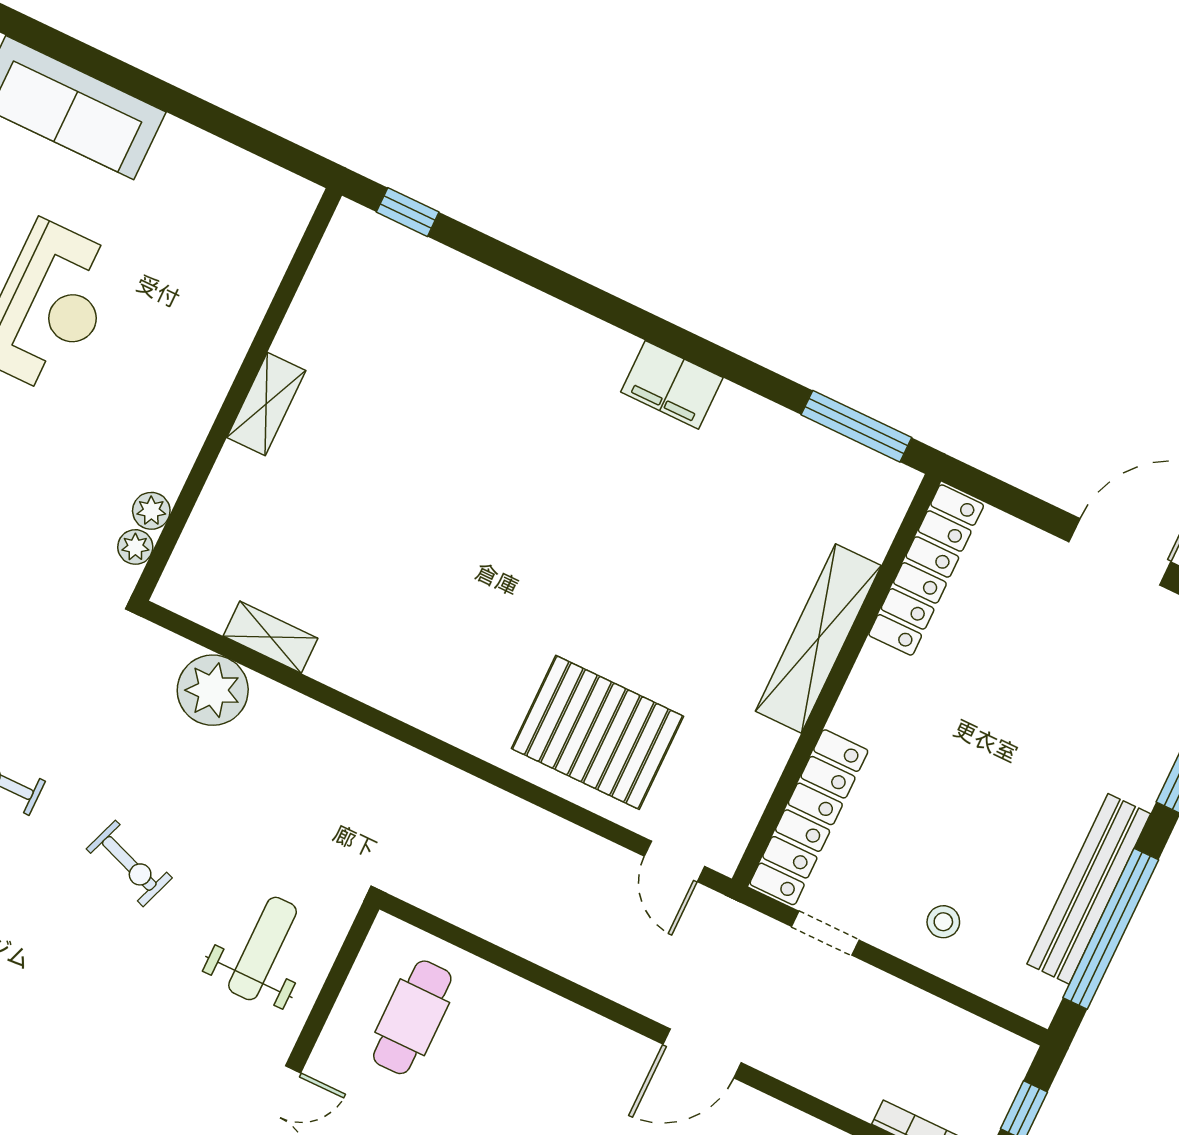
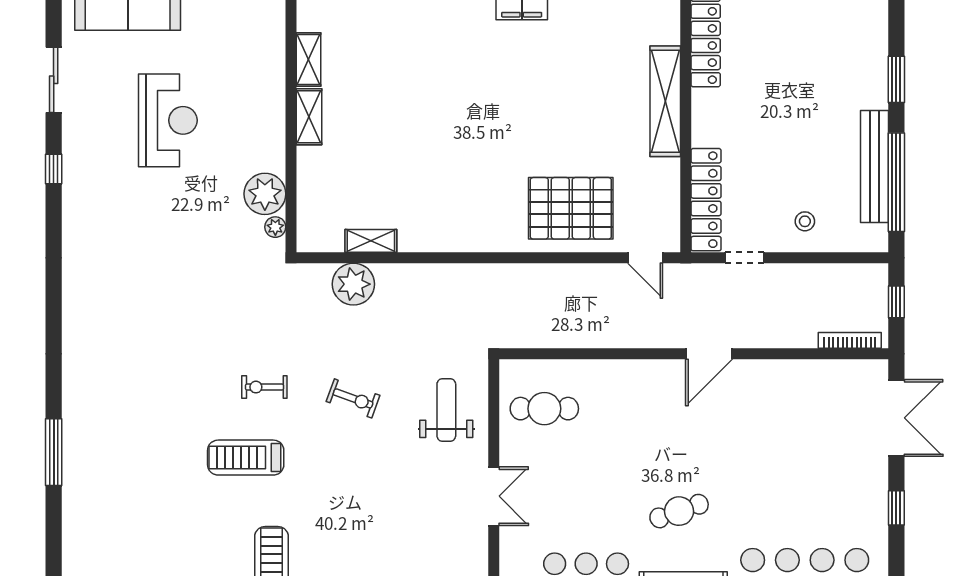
shelving: (307, 317) -> (308, 60), added
plant: (151, 511) -> (265, 194), width x1.87, depth x1.87
cafe table: (412, 1017) -> (544, 409), turned 90

